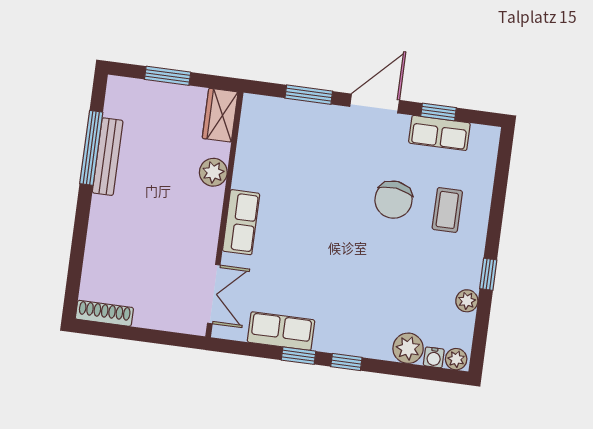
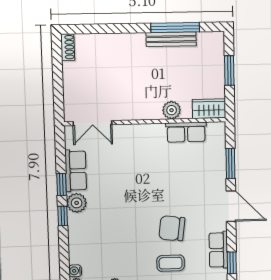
window: (438, 112) -> (232, 263), moved
row of seats: (241, 222) -> (186, 132), moved
shoe rack: (104, 313) -> (68, 47), width x0.70
plant: (408, 348) -> (77, 203), moved

